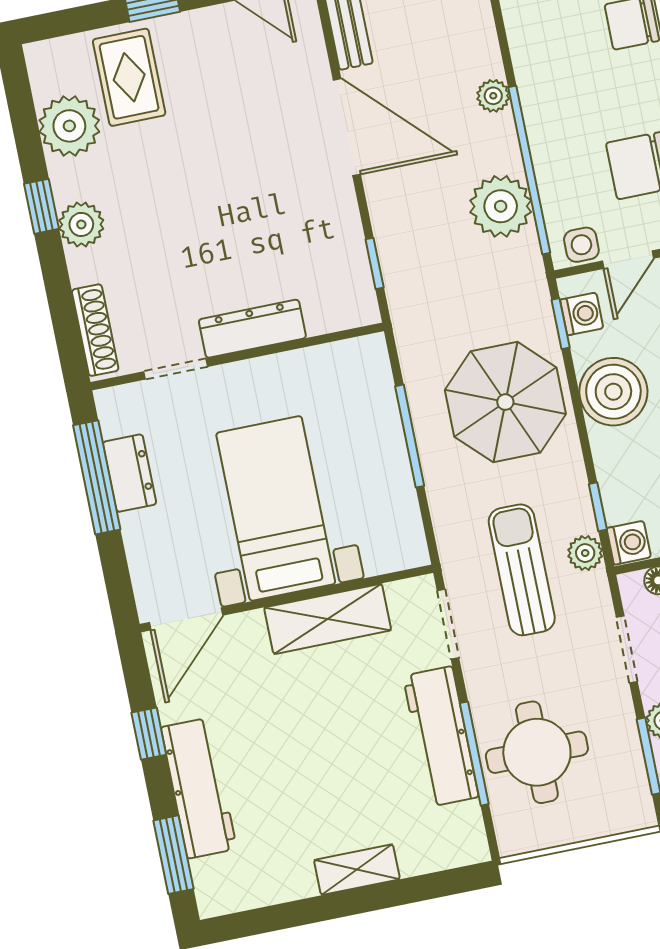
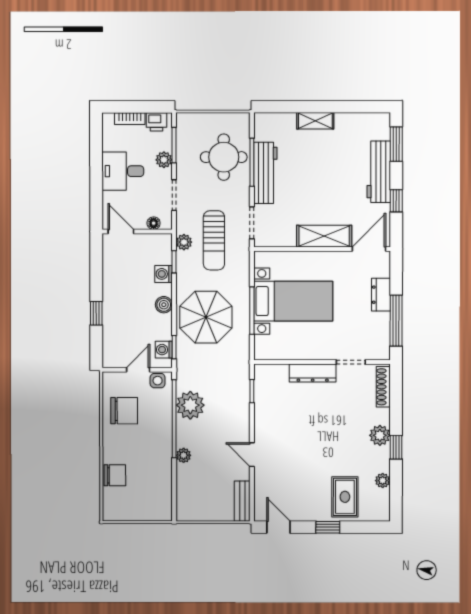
plant: (69, 126) -> (383, 481), width x0.53, depth x0.53
door: (347, 127) -> (252, 455), width x0.53
boiler: (613, 392) -> (164, 305), width x0.54, depth x0.54
dresser: (130, 473) -> (381, 295), moved
bed with nightstands: (276, 508) -> (293, 301), moved, turned -90
washing machine: (629, 543) -> (163, 274), moved
shelving: (328, 619) -> (324, 236), moved

